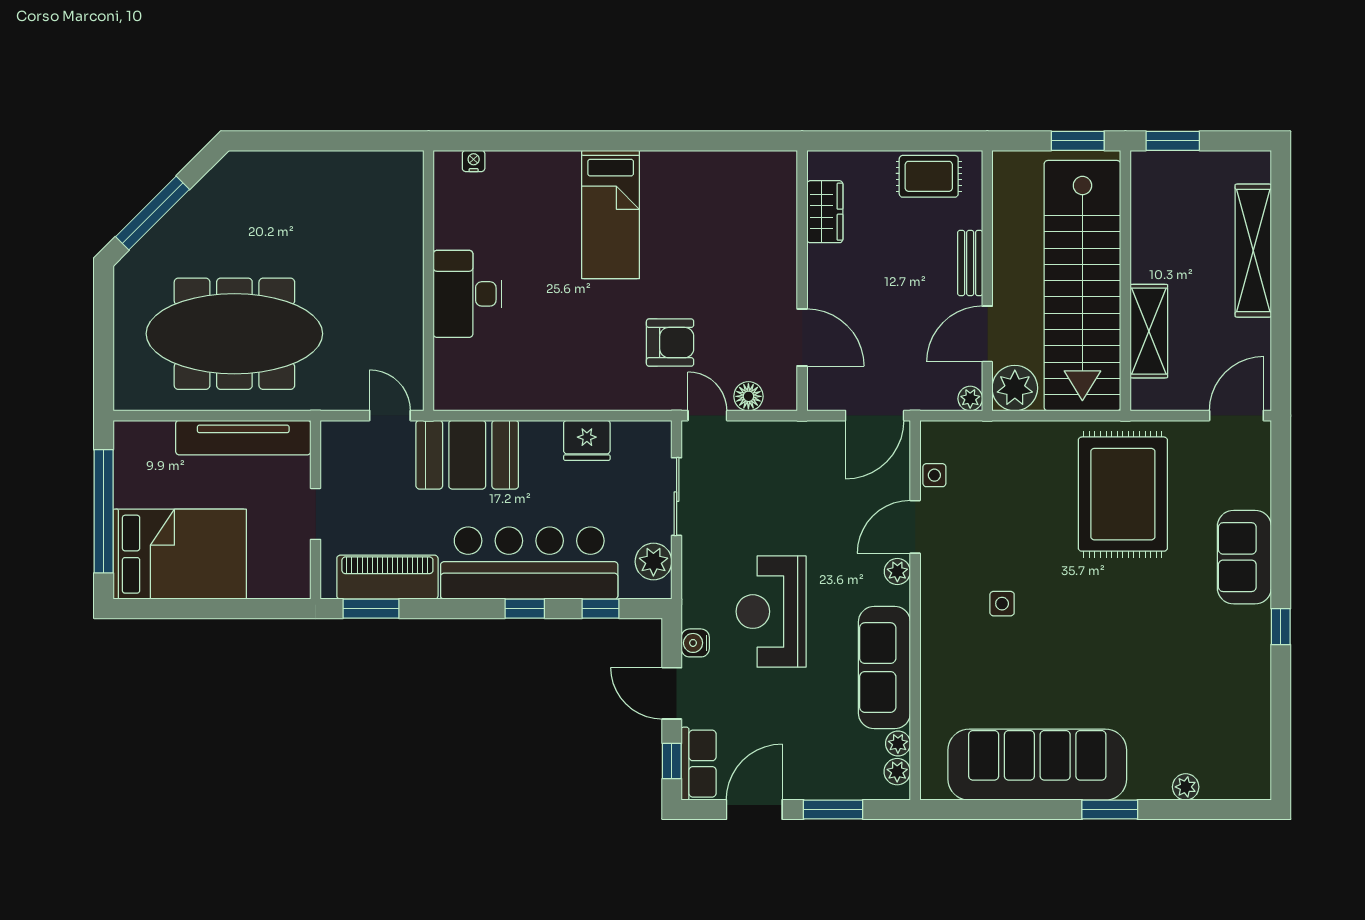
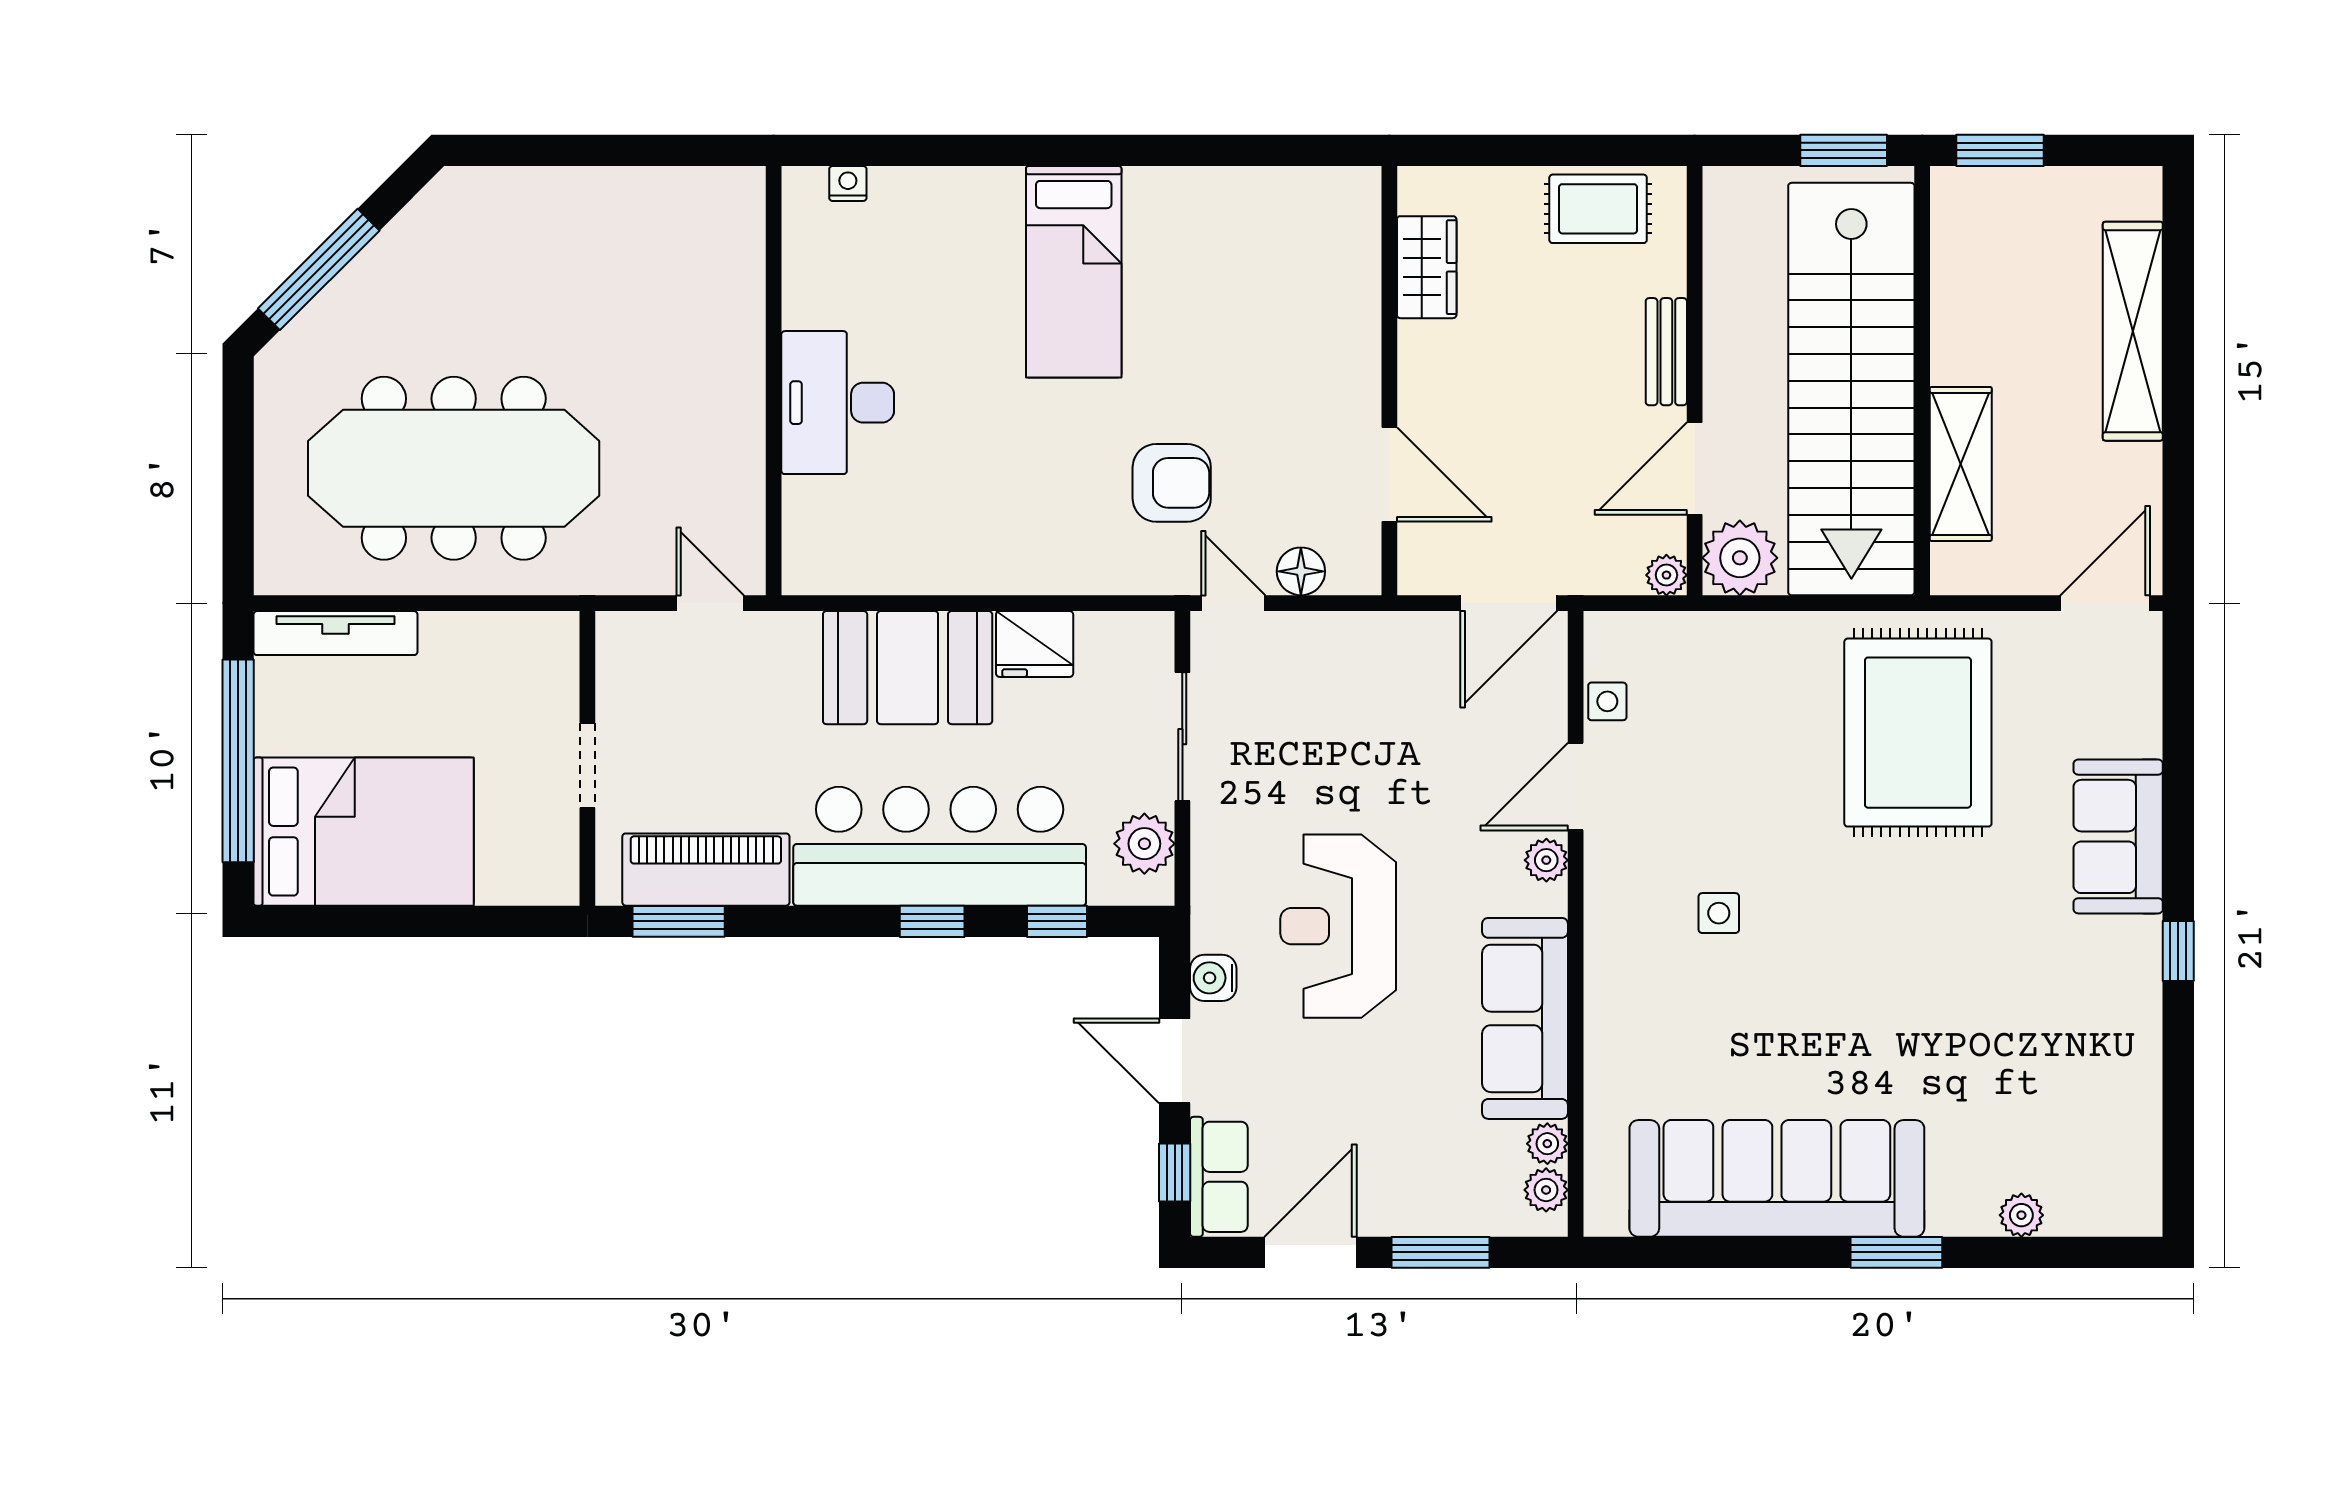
tv unit: (243, 438) -> (336, 633), moved, width x0.73, depth x0.78
booth: (467, 455) -> (908, 668), moved

